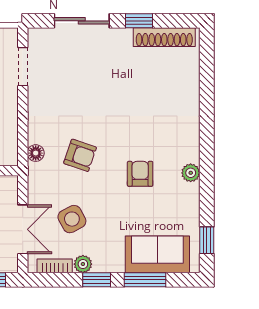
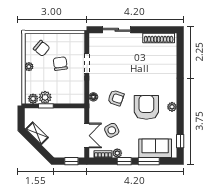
window: (139, 21) -> (146, 30), removed
doorway: (23, 67) -> (87, 63), moved
armchair: (140, 174) -> (146, 107), width x1.88, depth x1.88

